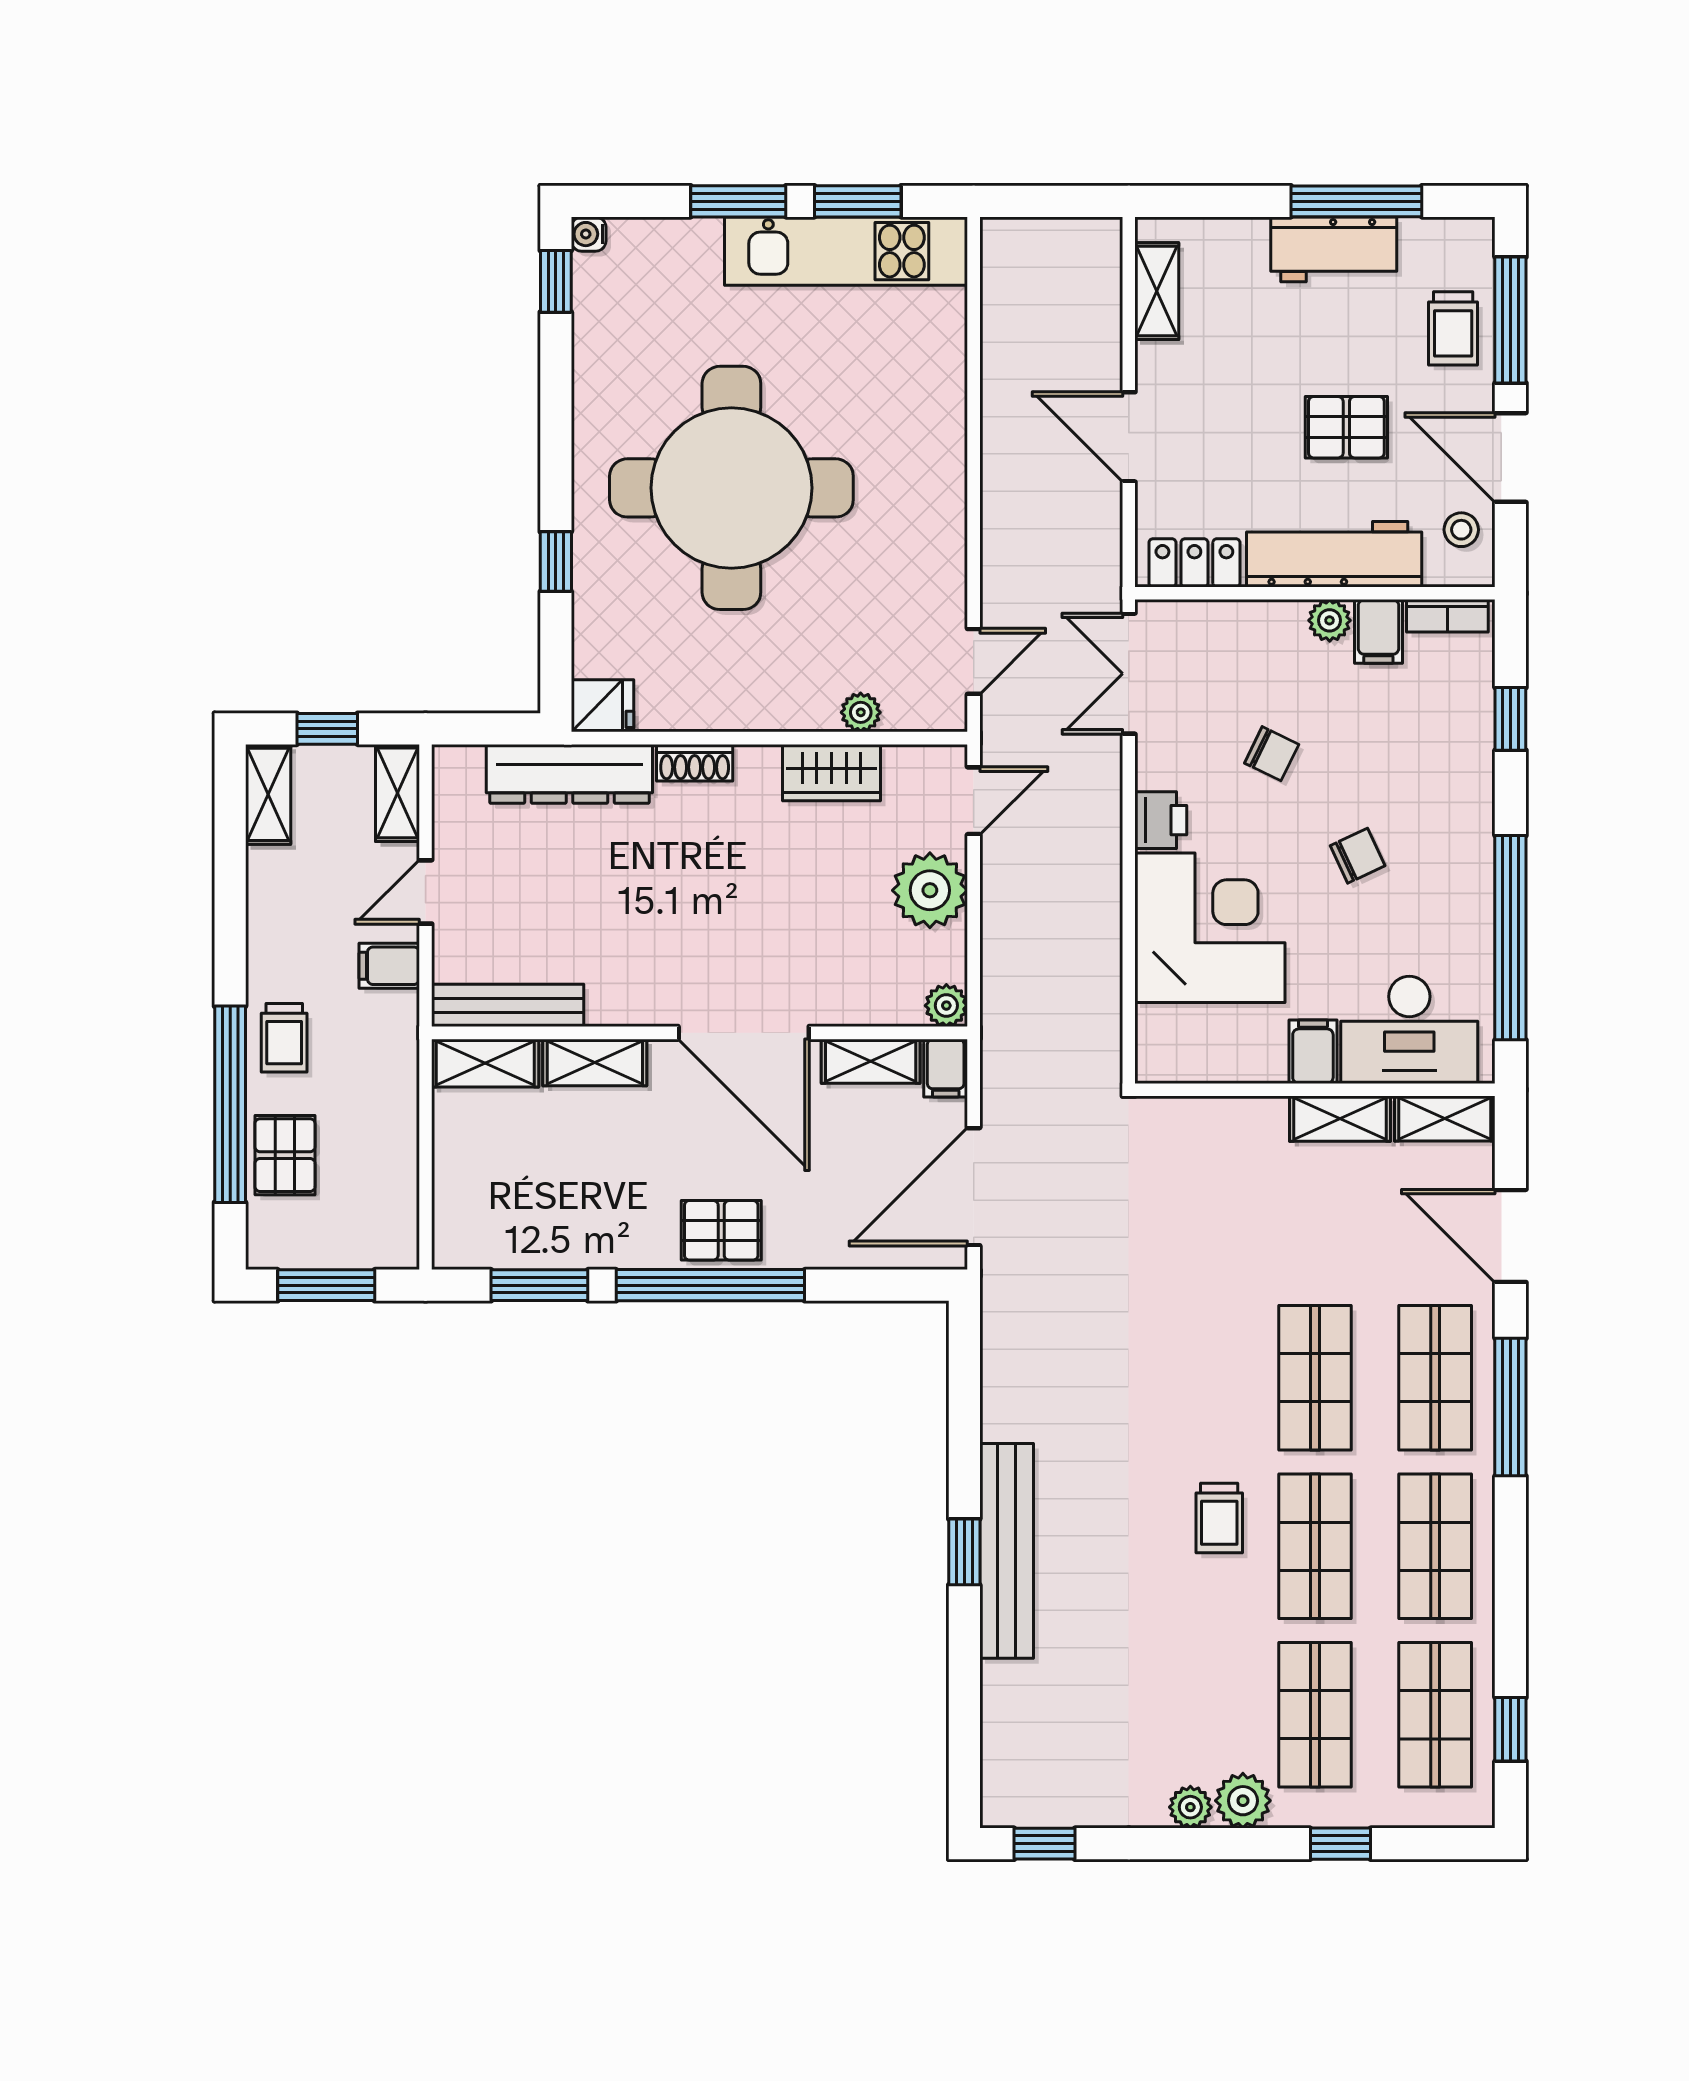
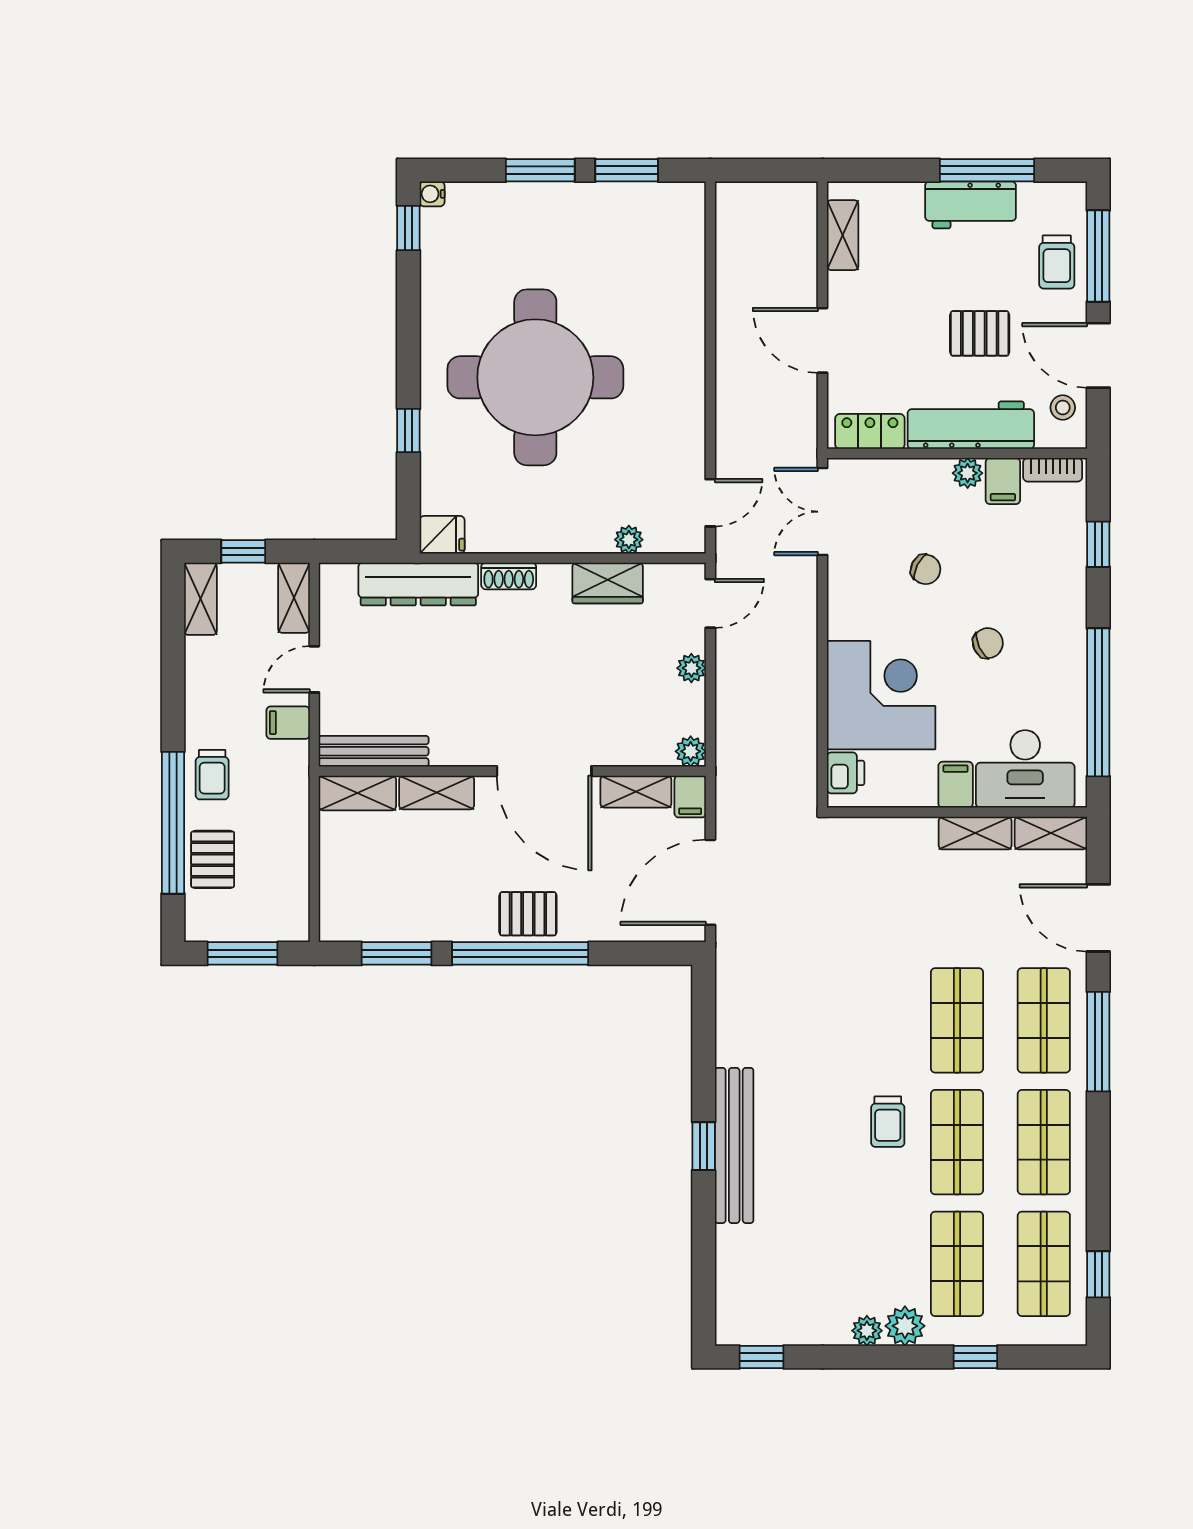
kitchen unit: (846, 251) -> (618, 206), removed
printer: (1161, 820) -> (846, 773), moved
plant: (930, 890) -> (691, 668), width x0.53, depth x0.53

